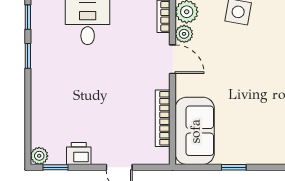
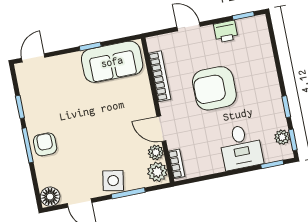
armchair: (104, 92) -> (214, 88), added
sofa: (195, 131) -> (112, 62), moved, turned -90
plant: (39, 156) -> (282, 137), moved

